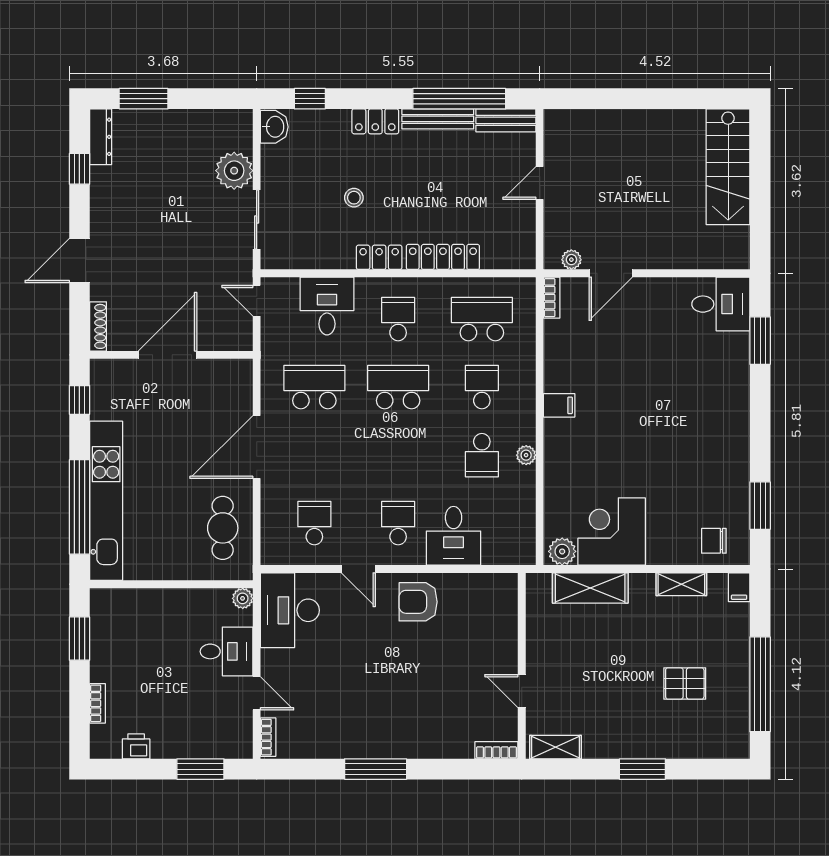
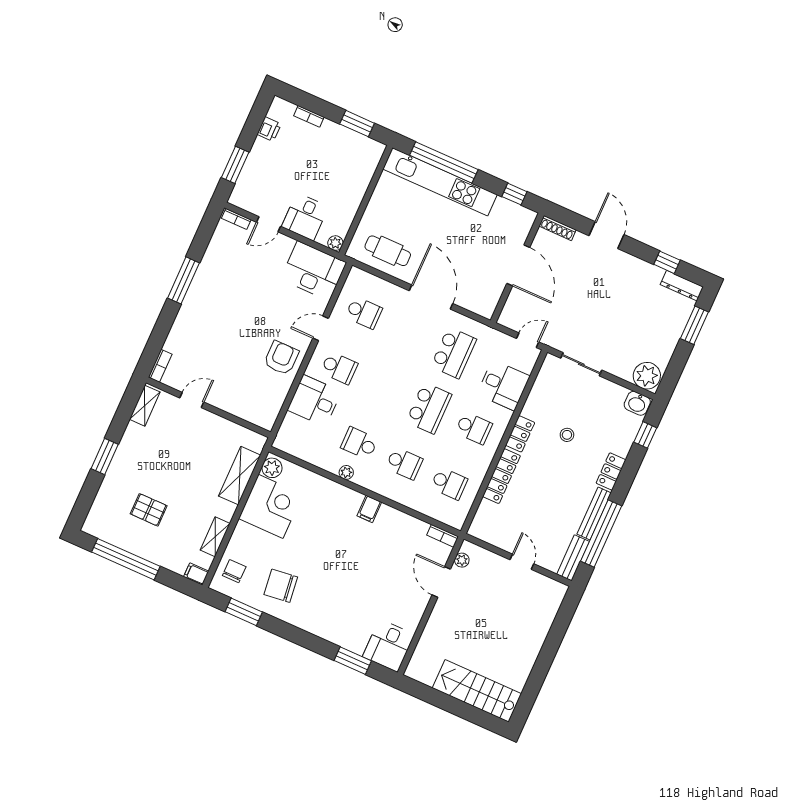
plant: (234, 171) -> (647, 376), moved
school desk: (482, 319) -> (449, 483), width x0.54
chair: (706, 474) -> (281, 586), added
pallet: (685, 683) -> (149, 510), turned 90

